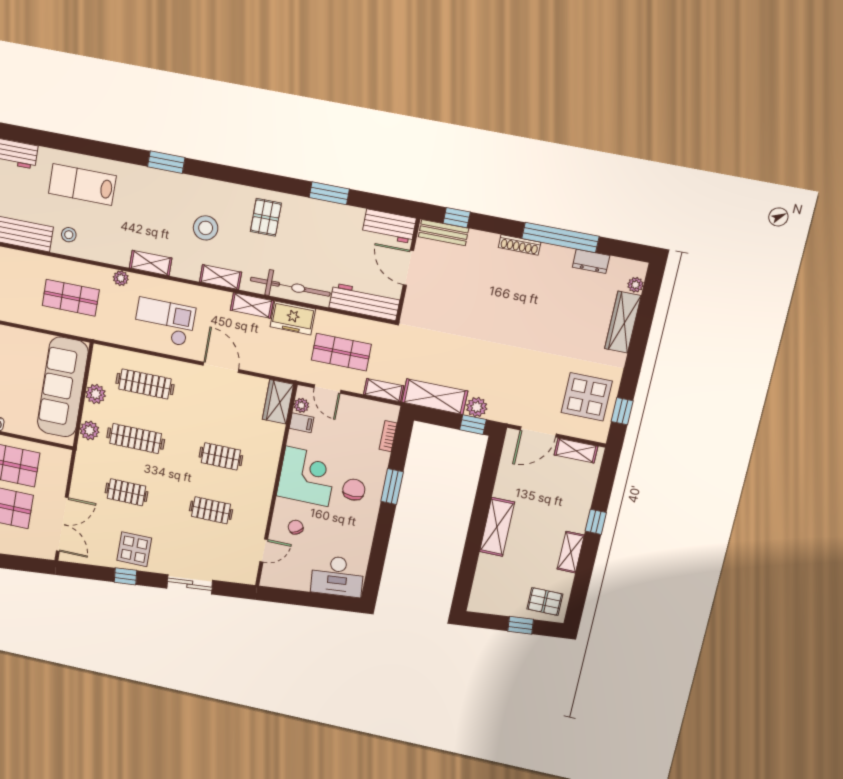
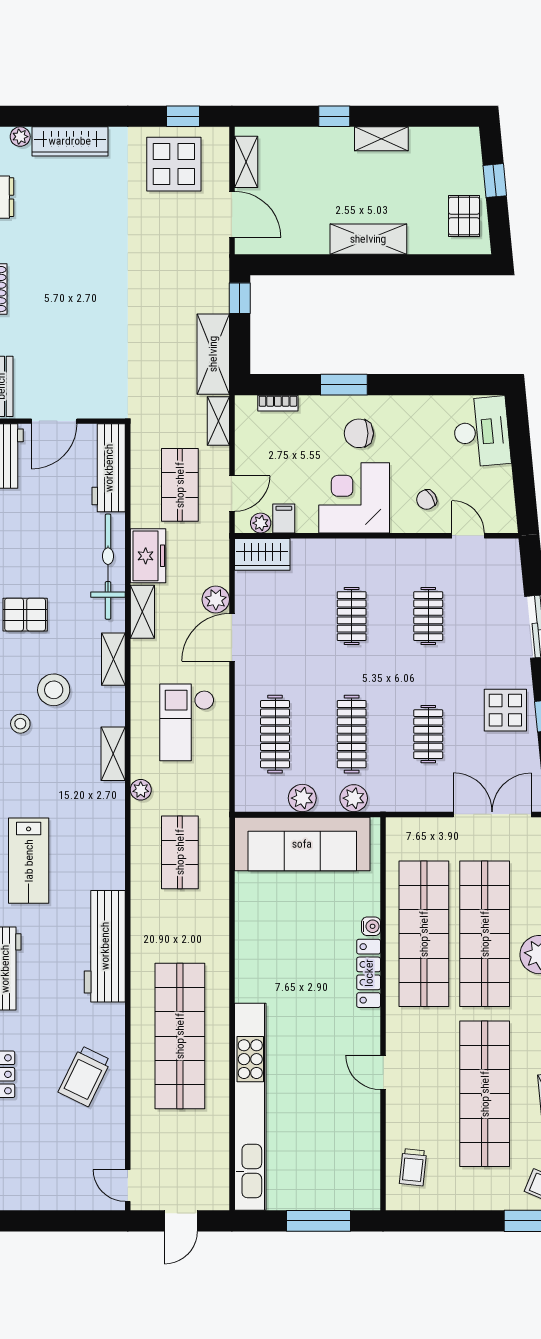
stool: (69, 235) -> (20, 724), moved
plant: (477, 407) -> (216, 599), moved
pallet: (545, 602) -> (464, 216), moved

